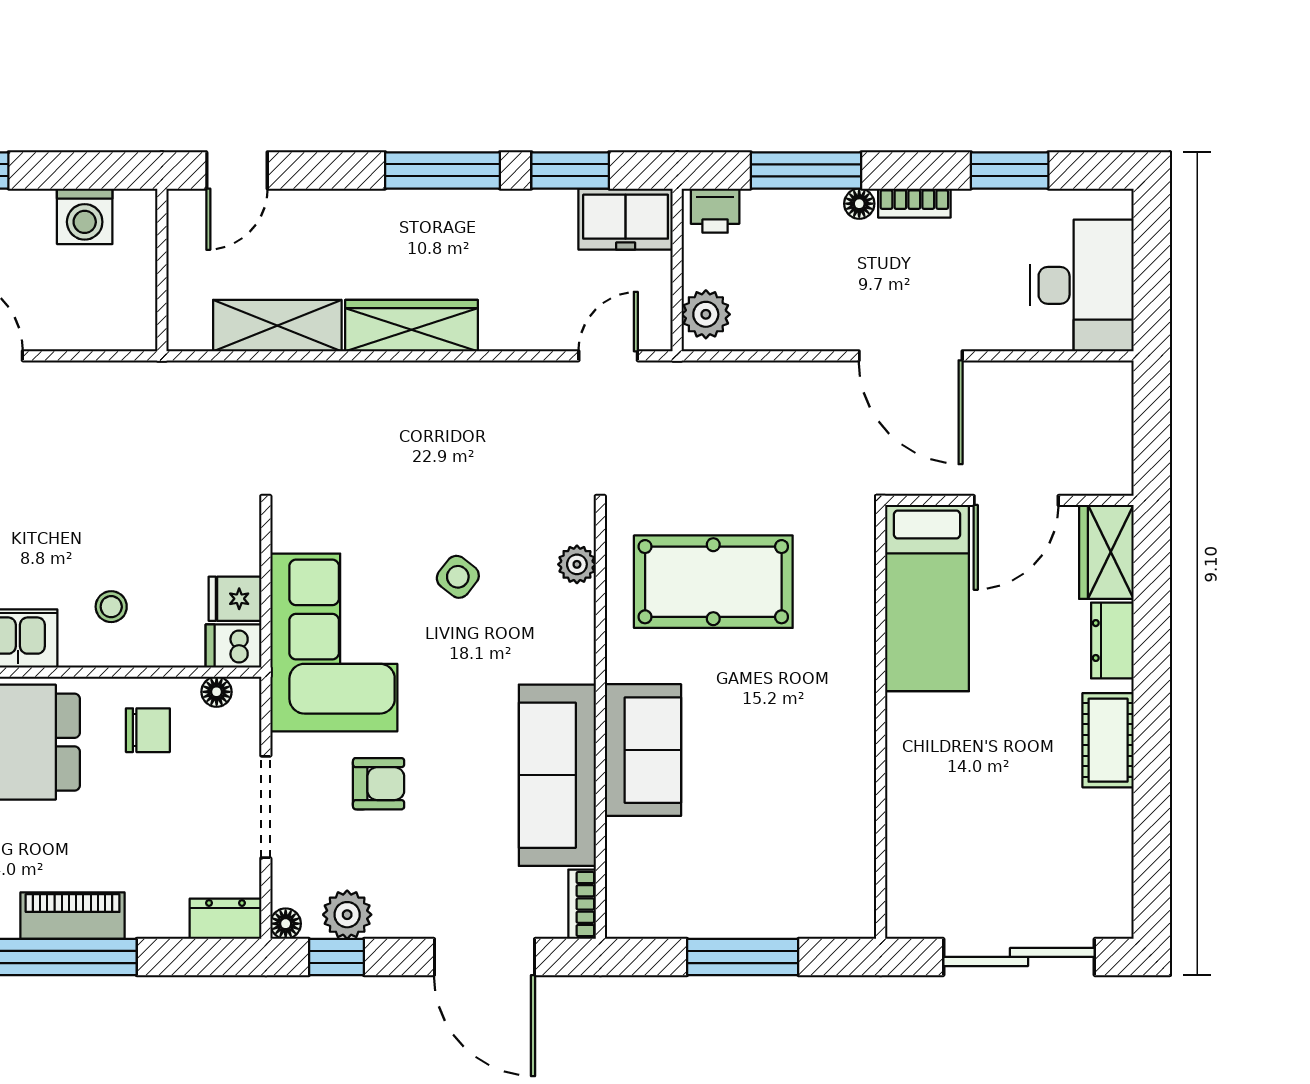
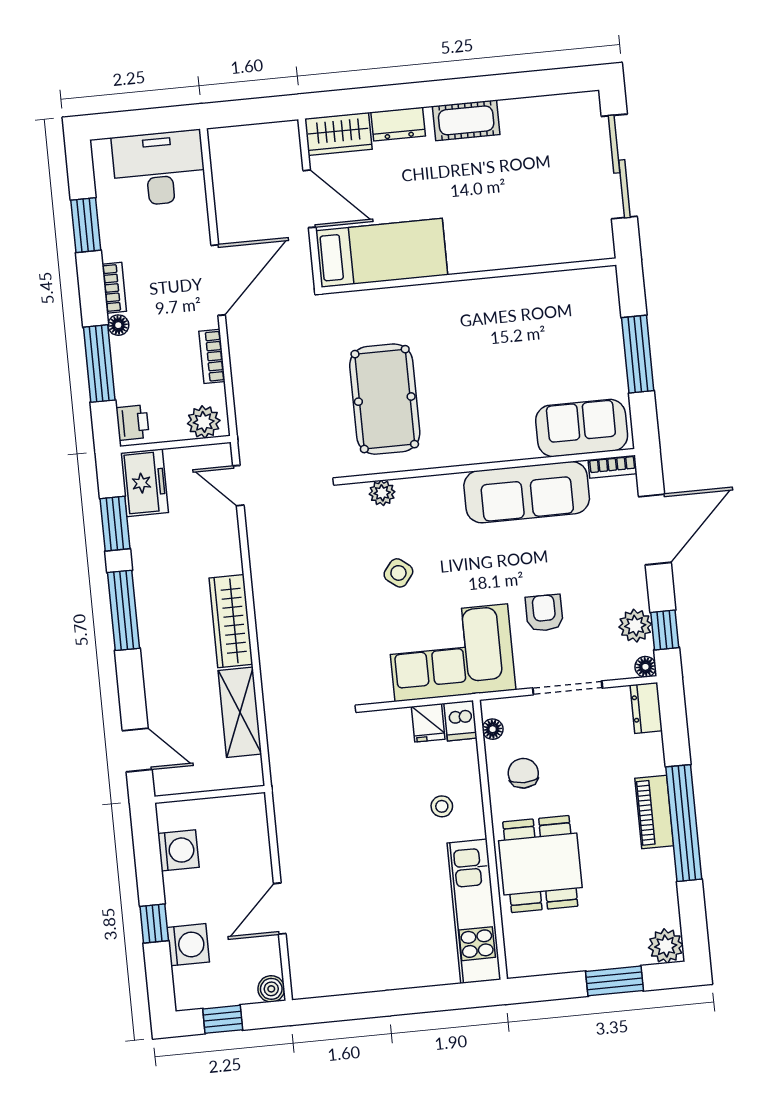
bookcase: (800, 336) -> (212, 356), added
sofa: (643, 750) -> (582, 428), moved

